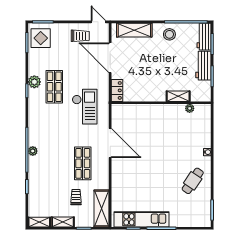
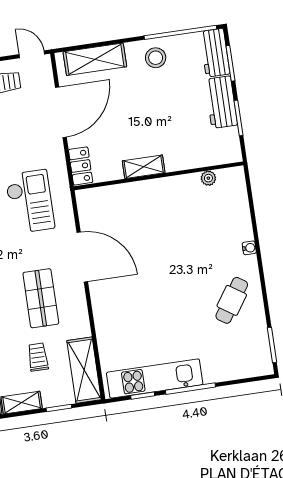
door: (110, 58) -> (61, 112), swing flipped
shelving: (178, 96) -> (144, 167), moved

